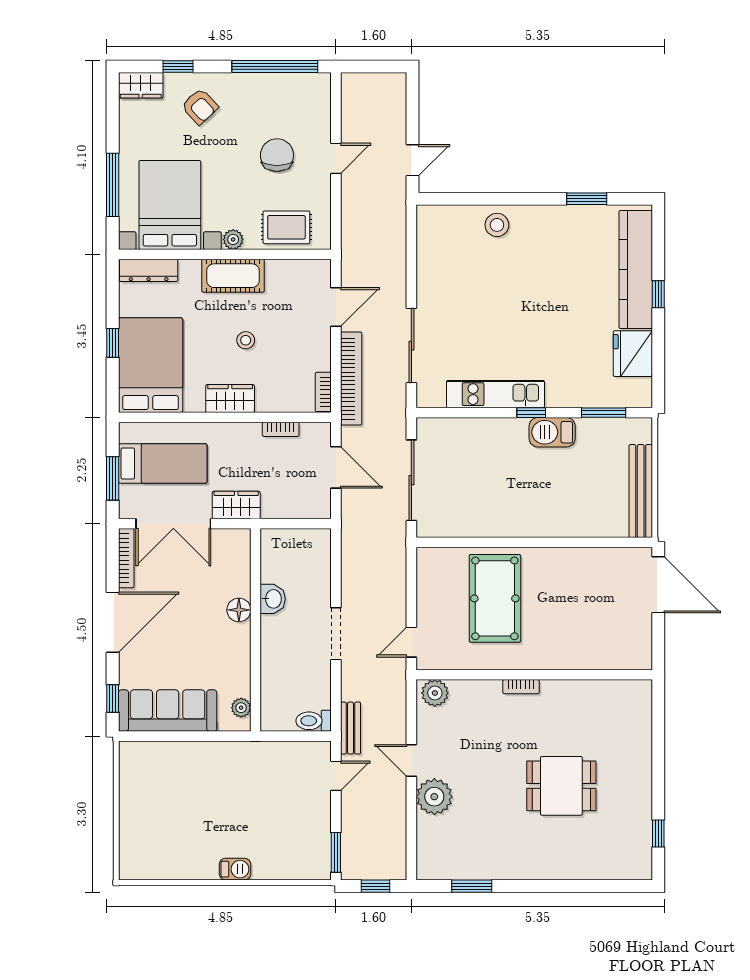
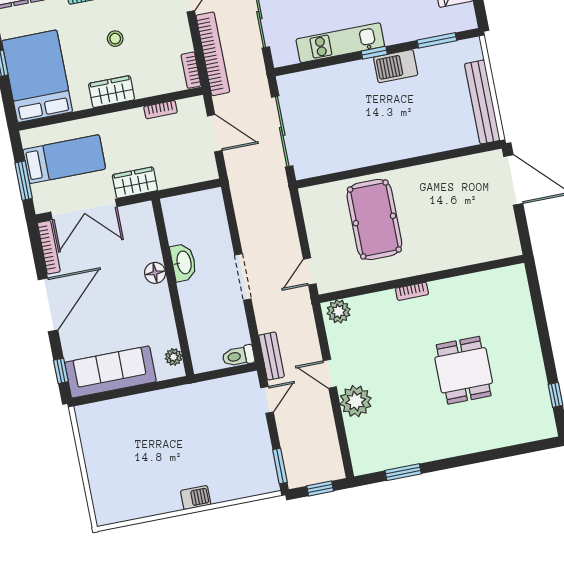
washbasin: (273, 599) -> (183, 263), width x1.38
dining table: (561, 786) -> (464, 370), turned 90

